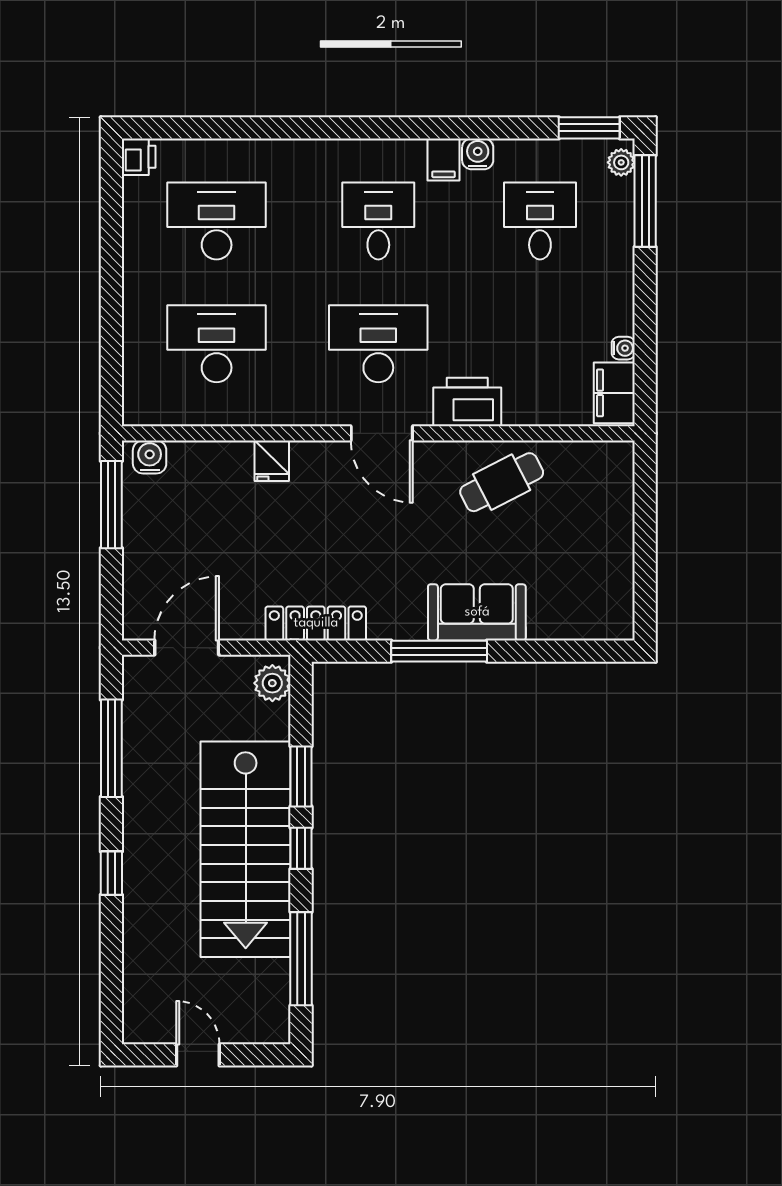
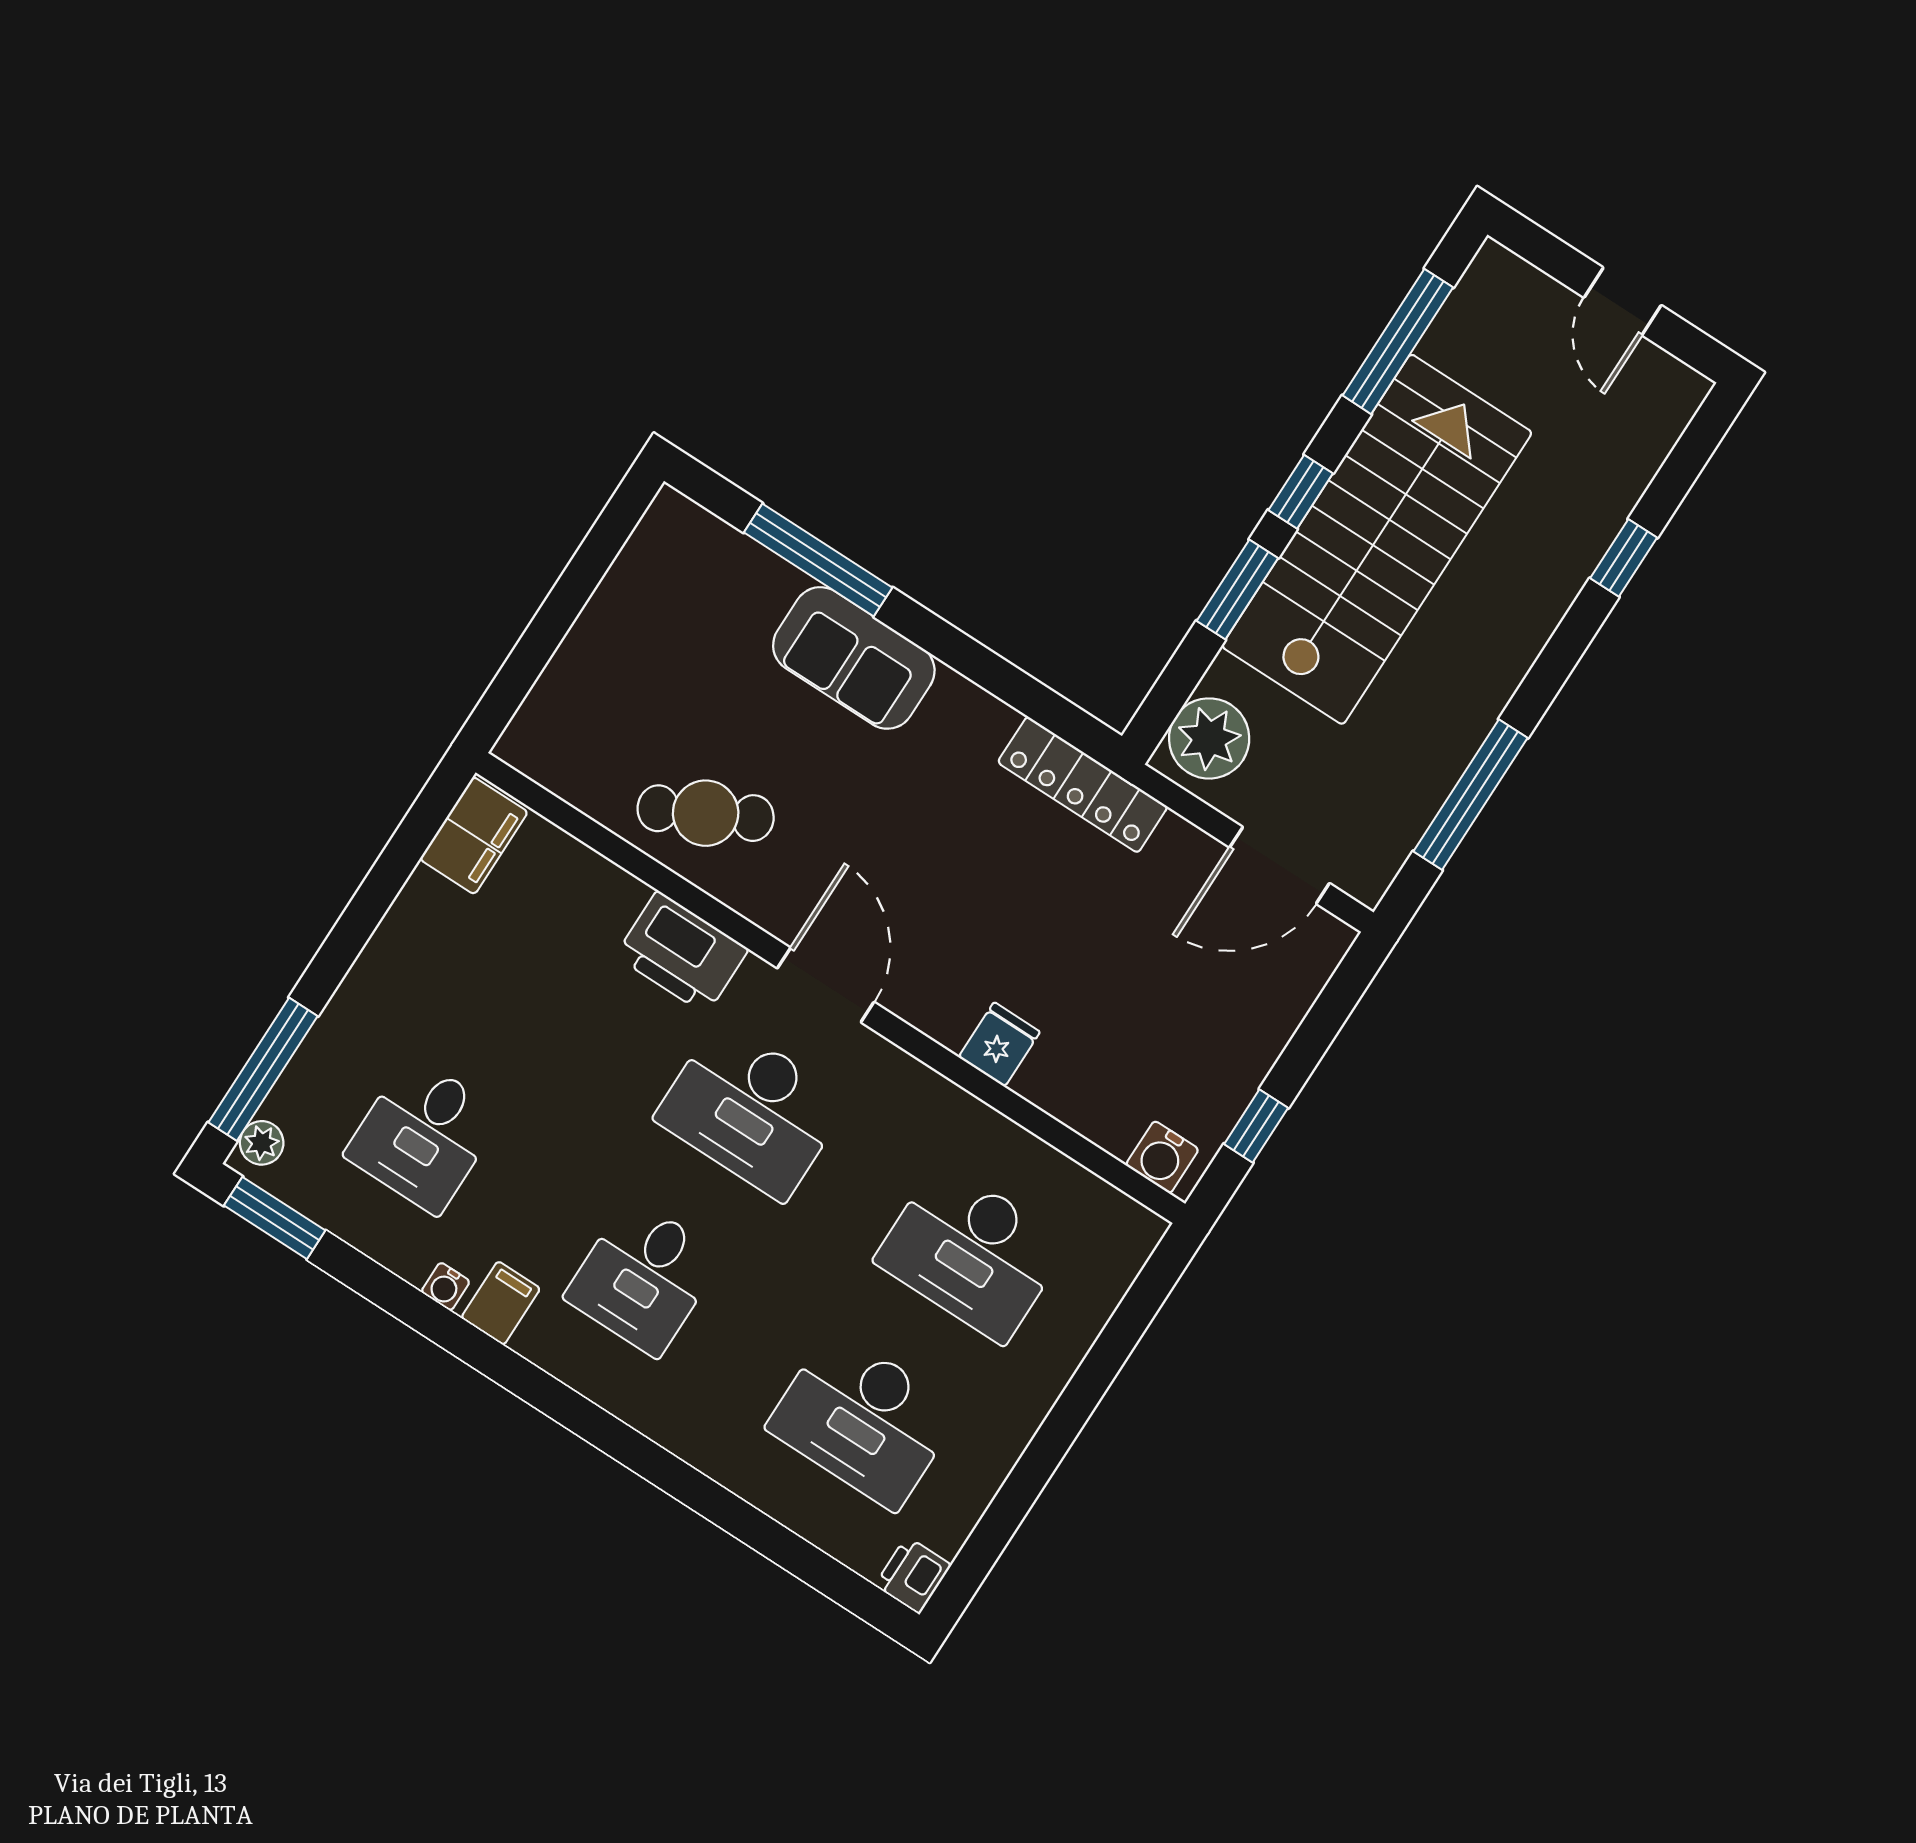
water cooler: (478, 154) -> (446, 1287), width x0.72, depth x0.72
water cooler: (623, 348) -> (422, 888), removed
window: (111, 505) -> (1256, 1126), width x0.46
window: (439, 651) -> (818, 560), moved
plant: (272, 683) -> (1209, 738), width x1.36, depth x1.36
window: (111, 873) -> (1624, 558), moved

